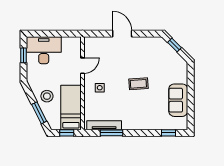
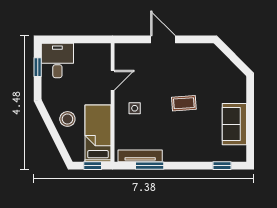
window: (175, 45) -> (230, 54), removed
desk: (44, 50) -> (57, 61), width x0.73
window: (39, 113) -> (58, 140), removed

